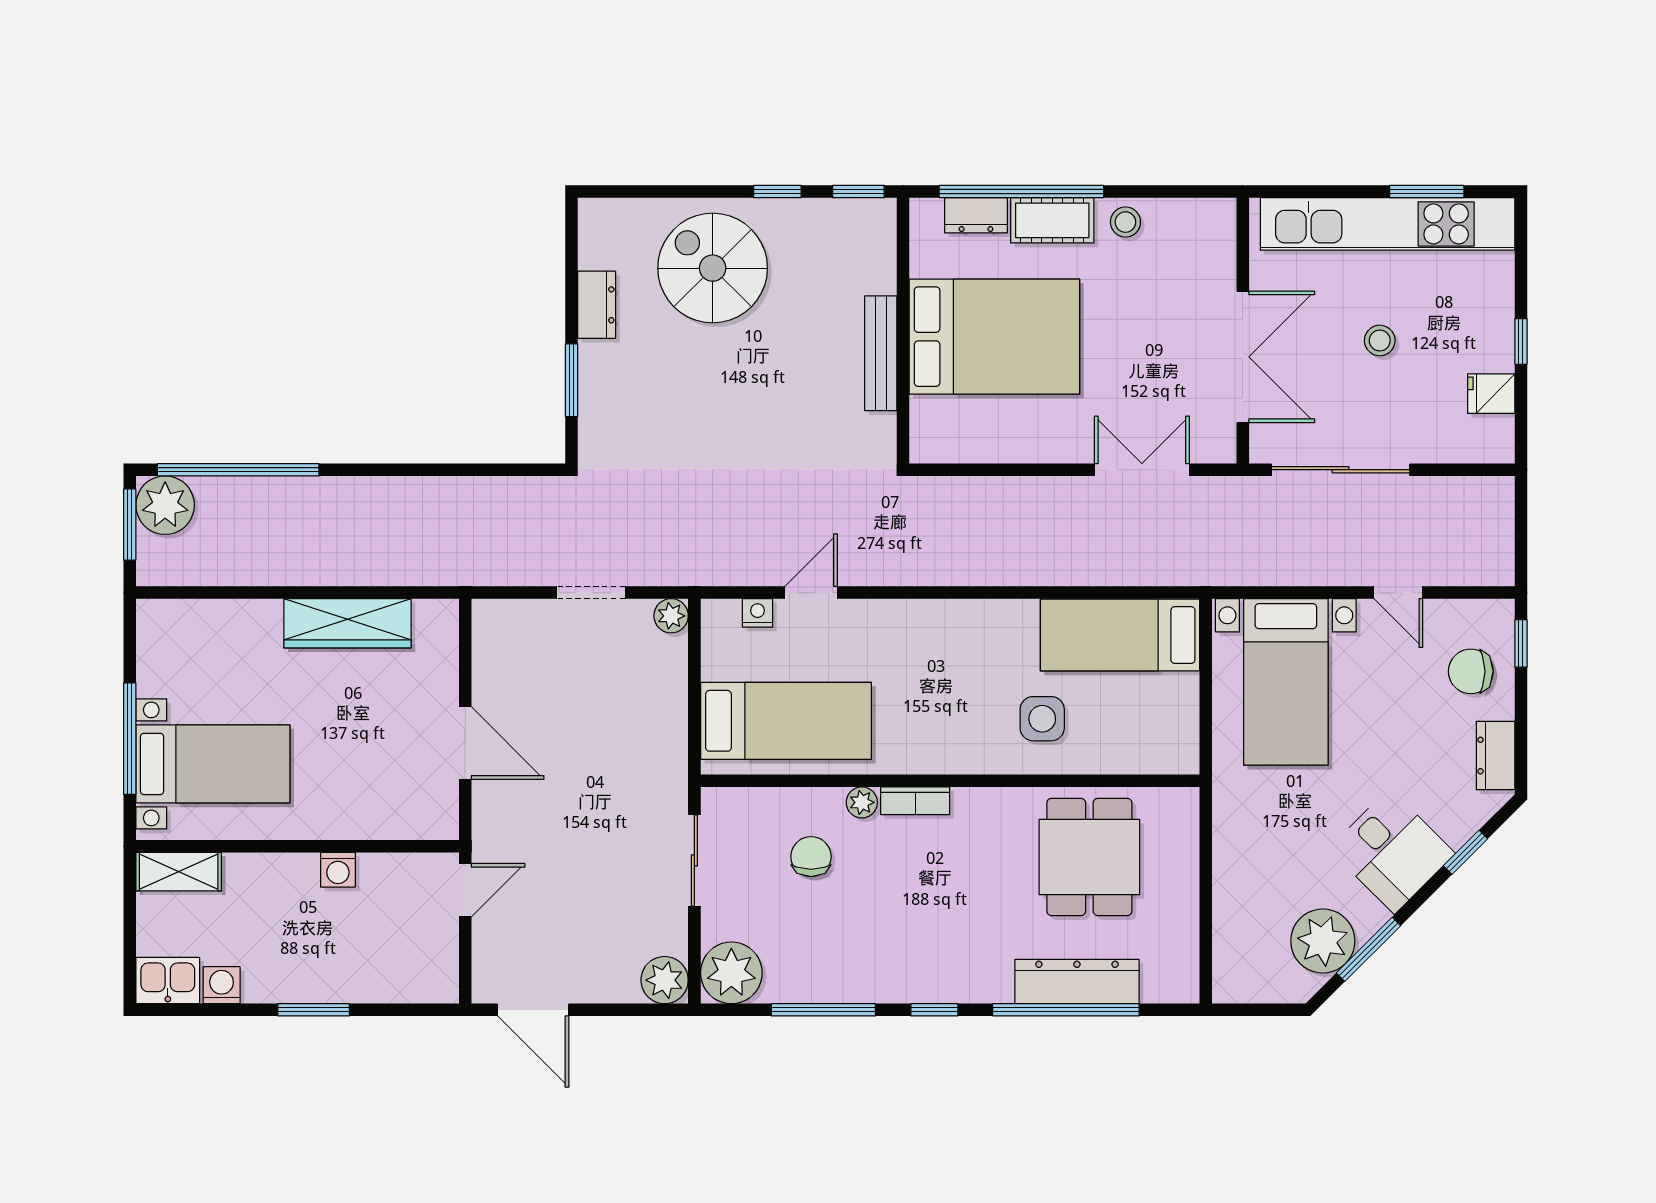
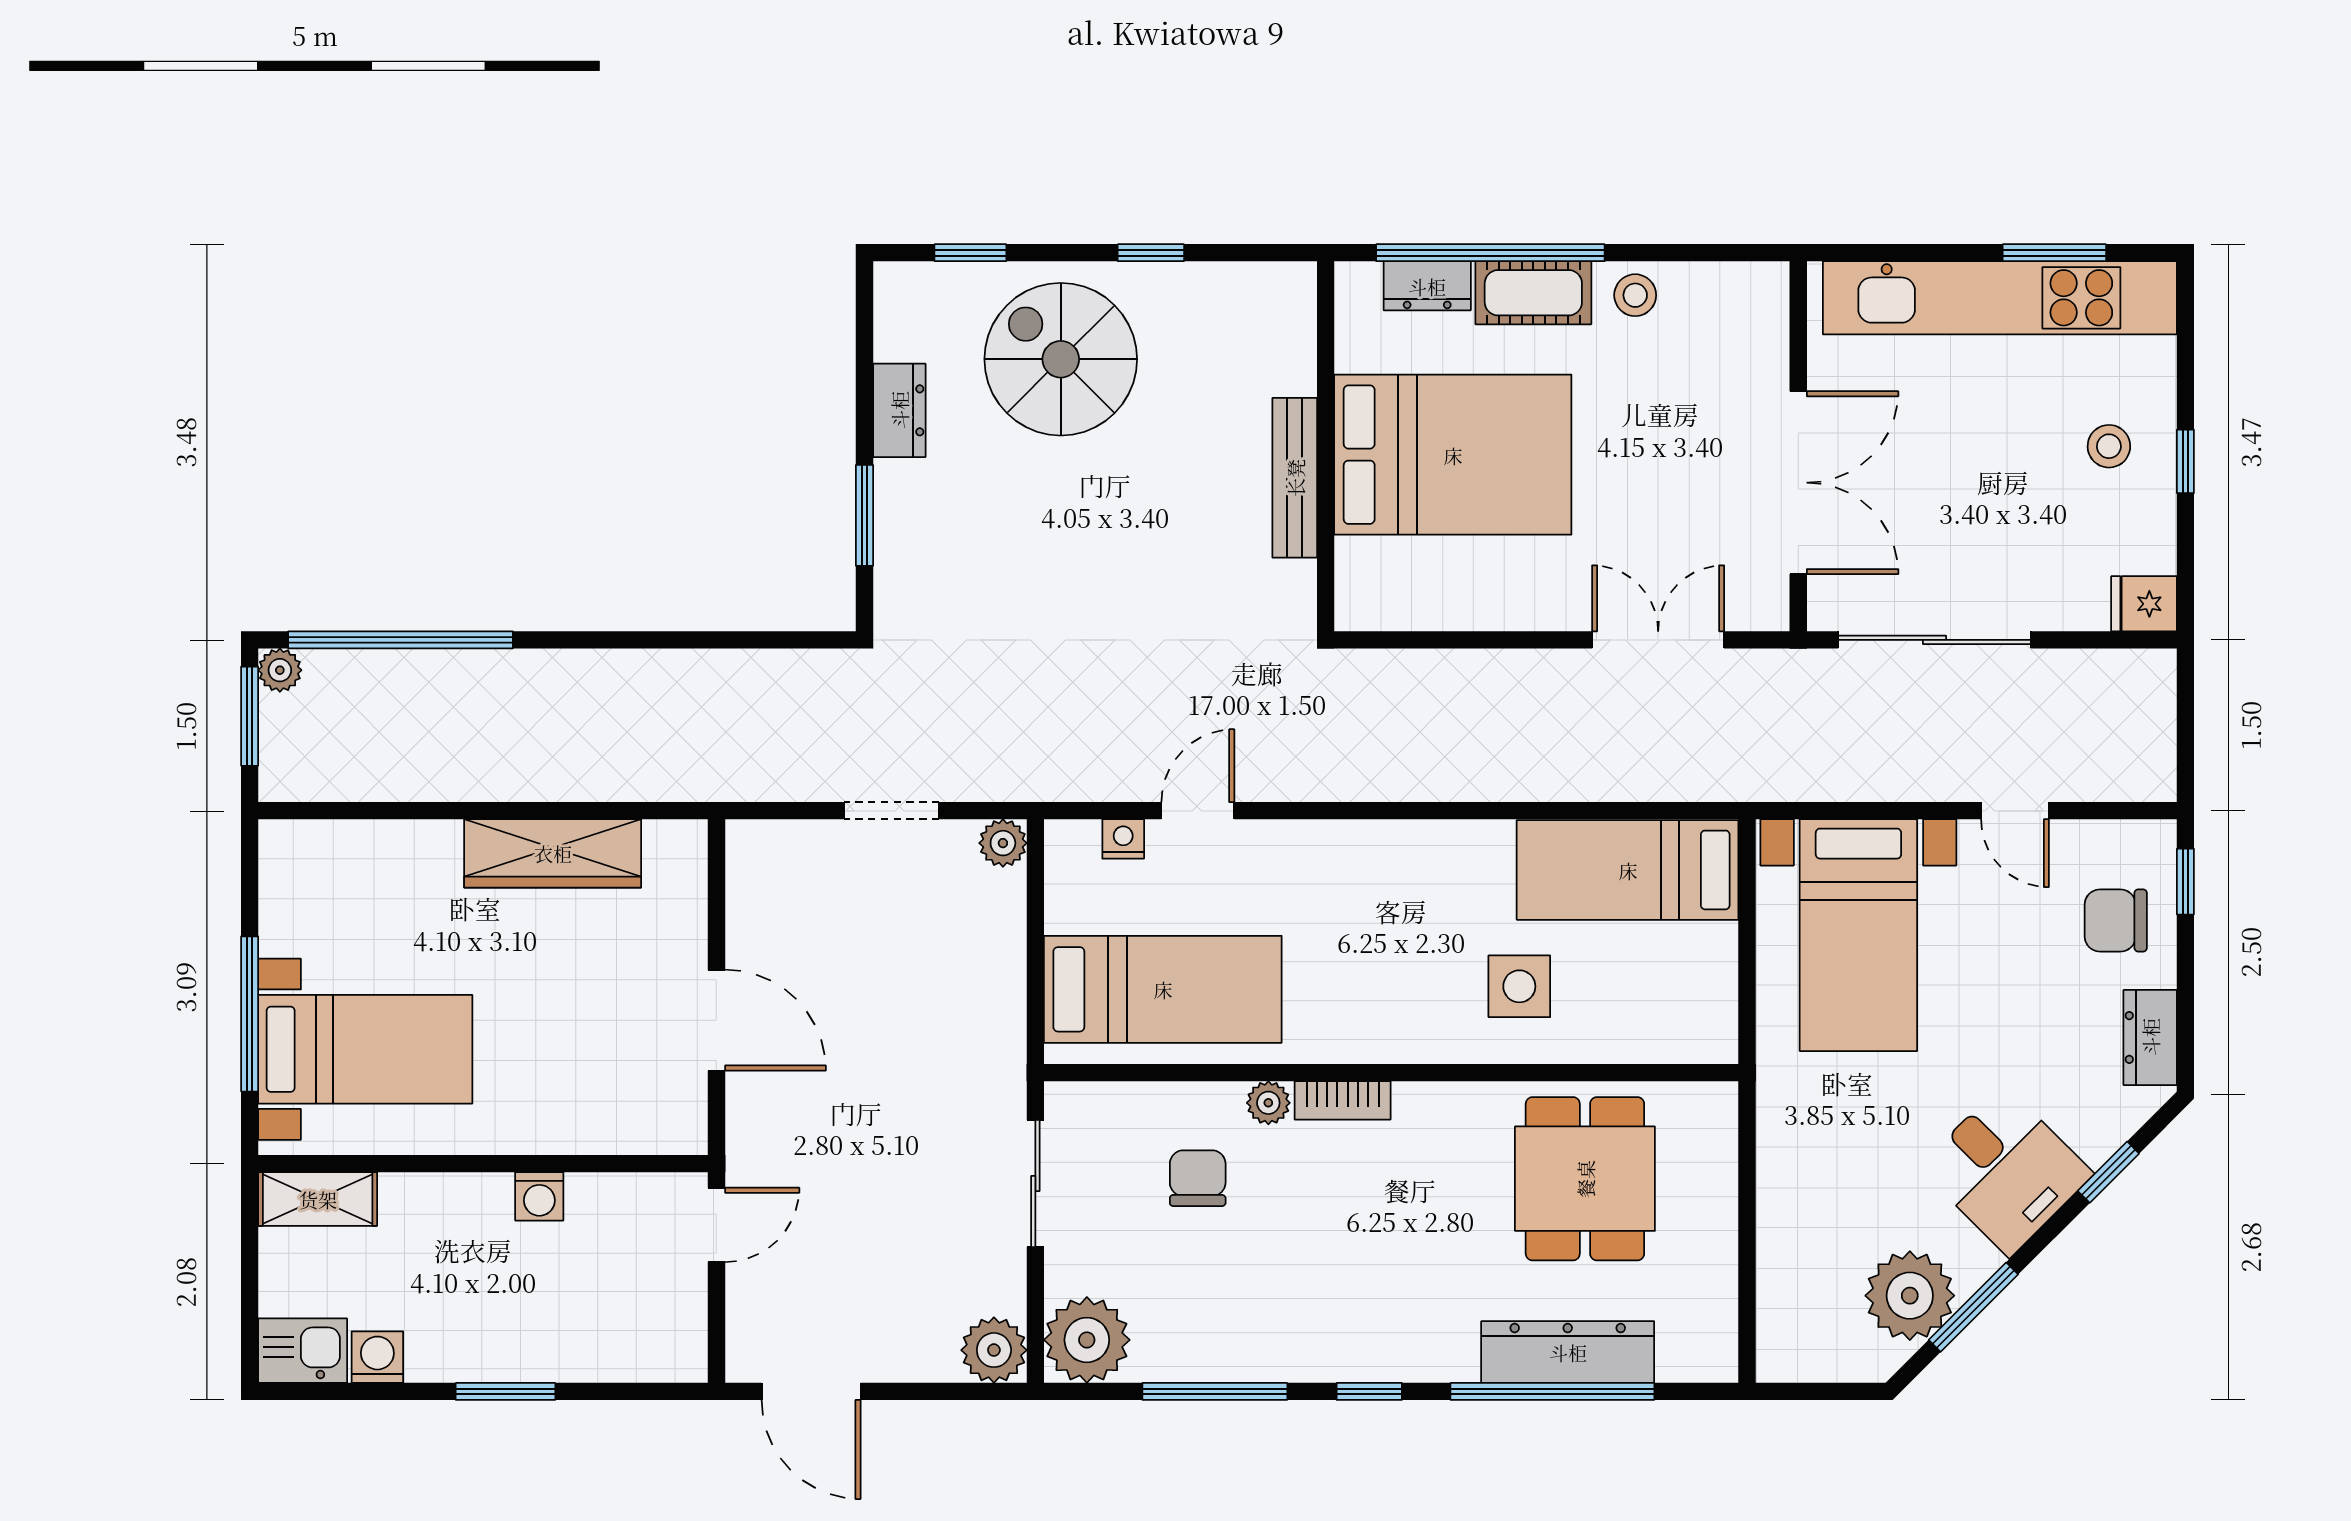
window: (858, 192) -> (970, 253), moved
stool: (1380, 340) -> (2109, 446), moved
fridge: (1491, 394) -> (2144, 604), moved
plant: (165, 505) -> (280, 670), width x0.53, depth x0.53

